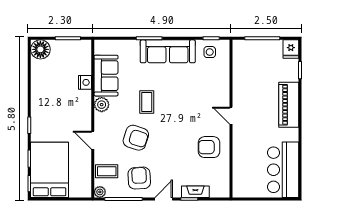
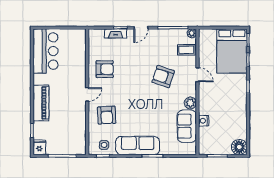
coffee table: (147, 102) -> (154, 105), removed
door: (231, 116) -> (87, 94), hinge flipped
armchair: (139, 178) -> (107, 115), moved

